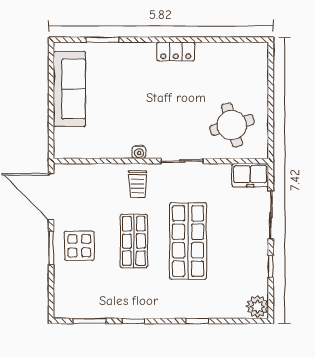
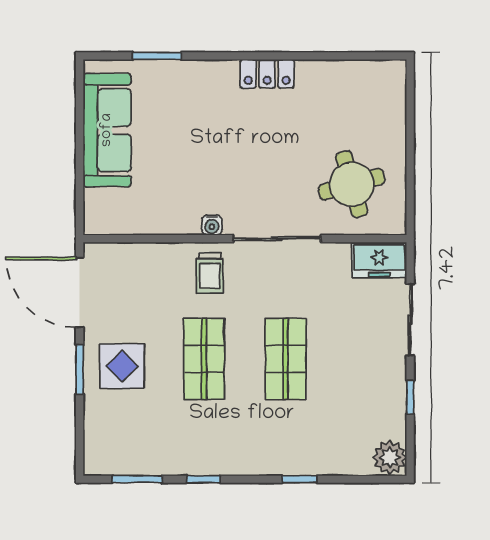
sliding door: (182, 161) -> (277, 239), width x1.37
shop shelf: (188, 241) -> (286, 359), width x0.70, depth x0.74

